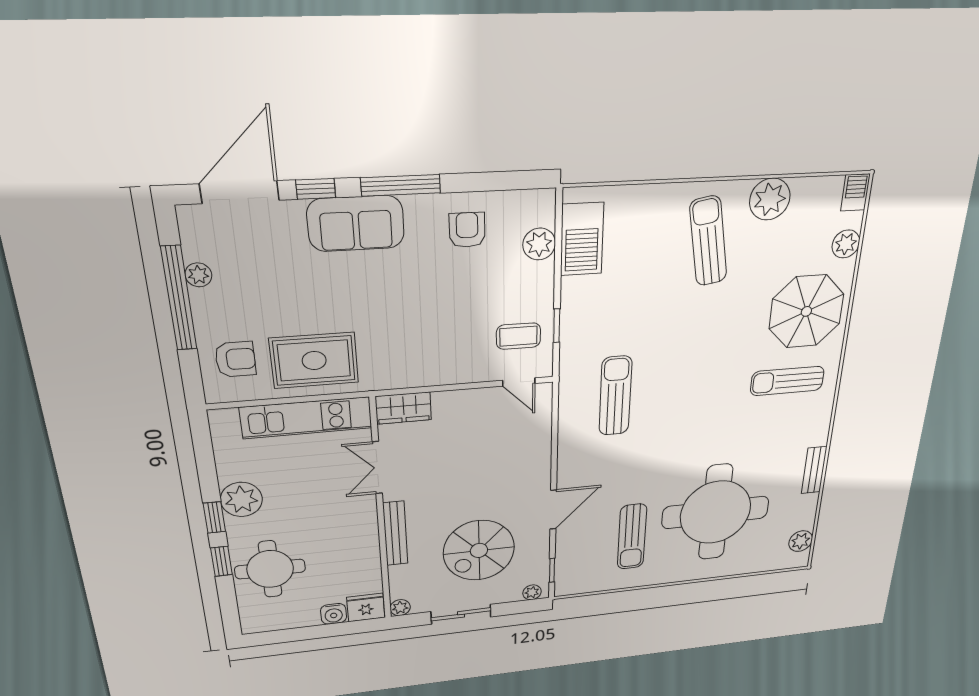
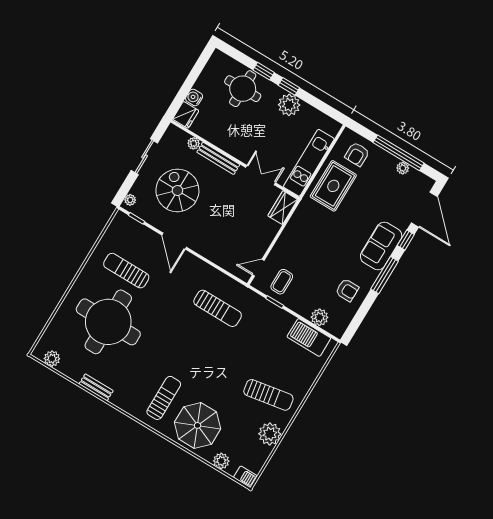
plant: (400, 608) -> (194, 143), moved

